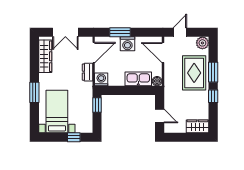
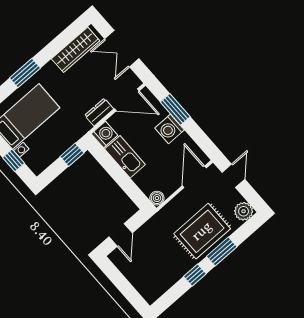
door: (180, 32) -> (233, 176), hinge flipped
kitchen sink: (138, 79) -> (125, 157), moved
wardrobe: (198, 126) -> (146, 287), removed

